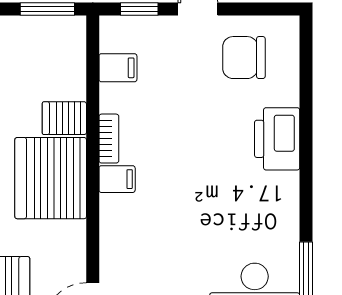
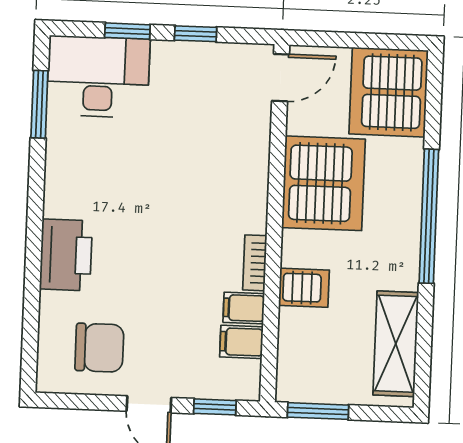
server rack: (51, 178) -> (323, 183), moved
filing cabinet: (117, 179) -> (244, 308), moved

